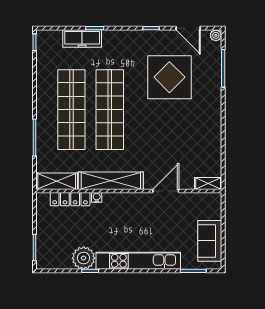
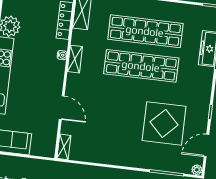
shelving: (111, 181) -> (75, 59), width x0.45, depth x0.75
water cooler: (97, 197) -> (62, 55), moved

